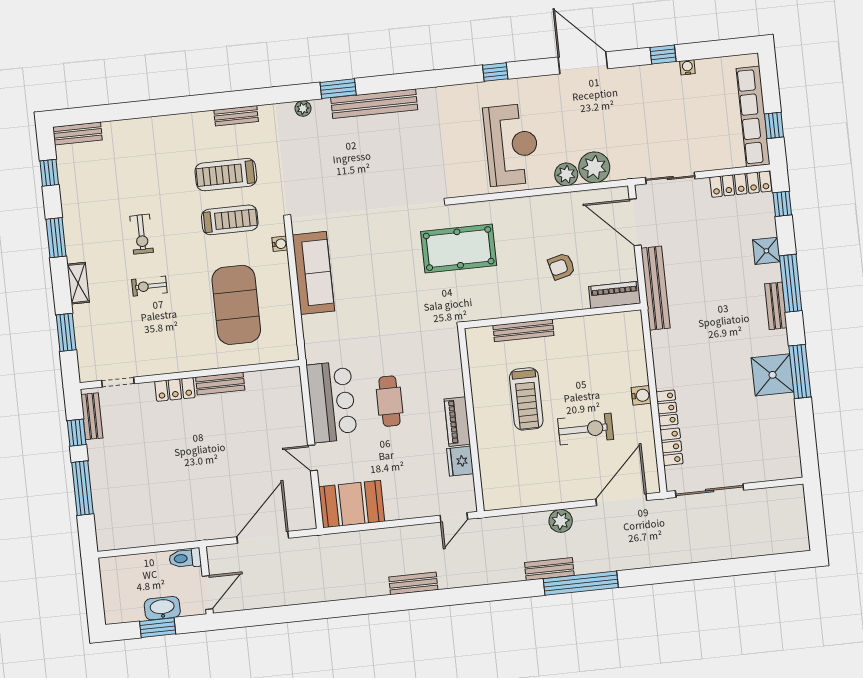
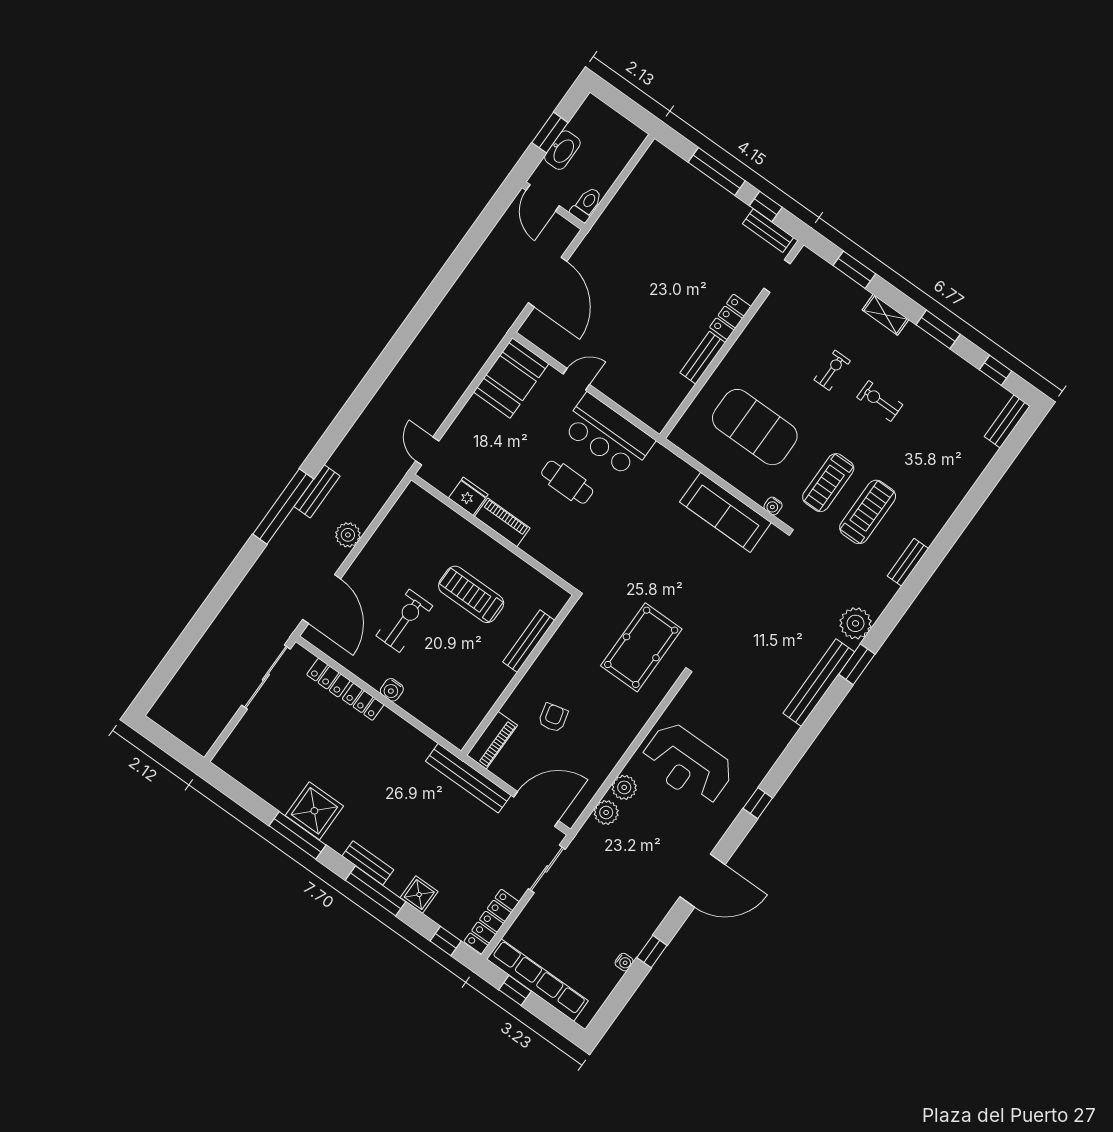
plant: (303, 108) -> (856, 623), width x1.87, depth x1.87
plant: (594, 167) -> (606, 812), width x0.73, depth x0.73
exercise bike: (586, 429) -> (404, 621), turned 180
bench: (413, 583) -> (403, 371), removed

